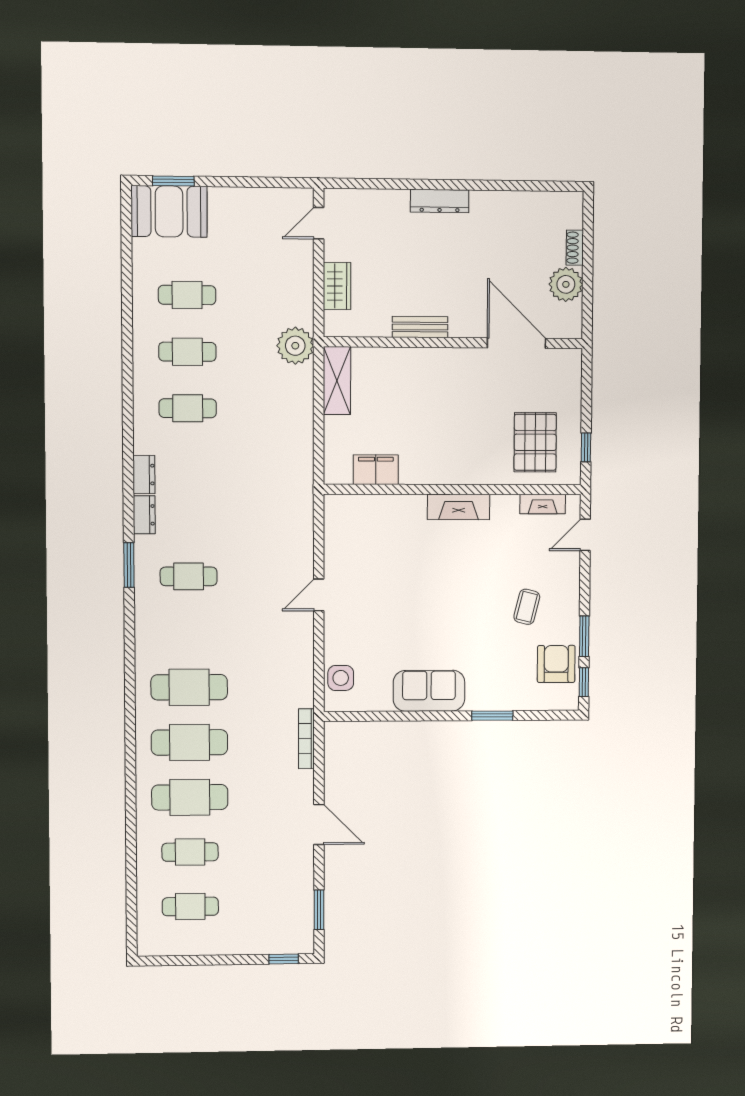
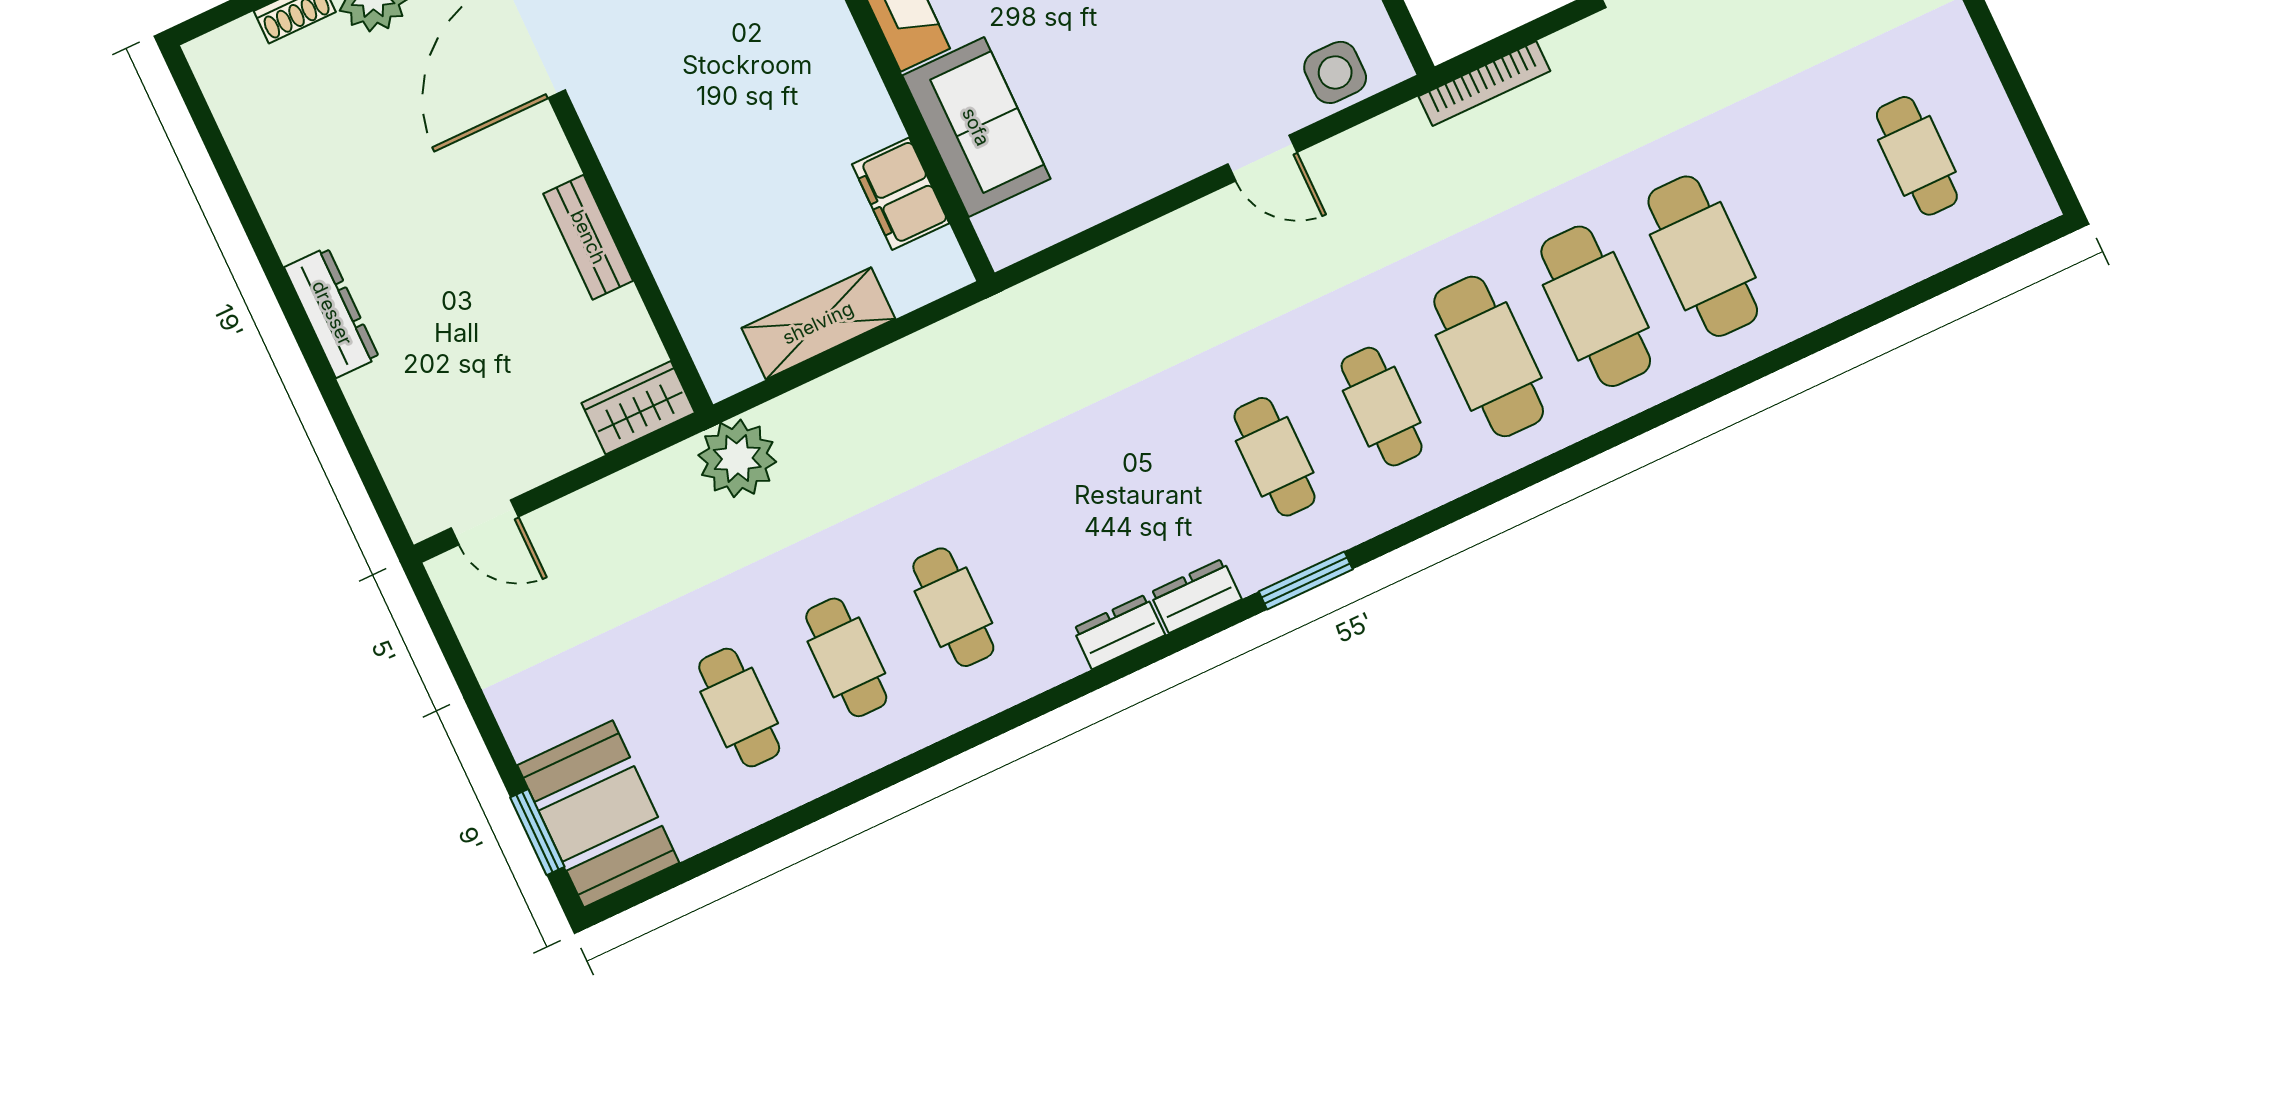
wardrobe: (337, 286) -> (638, 408), moved
shelving: (337, 381) -> (818, 323), moved
sofa: (389, 515) -> (976, 127), added
door: (319, 595) -> (1262, 158), moved
cafe table: (190, 852) -> (1382, 407), moved

